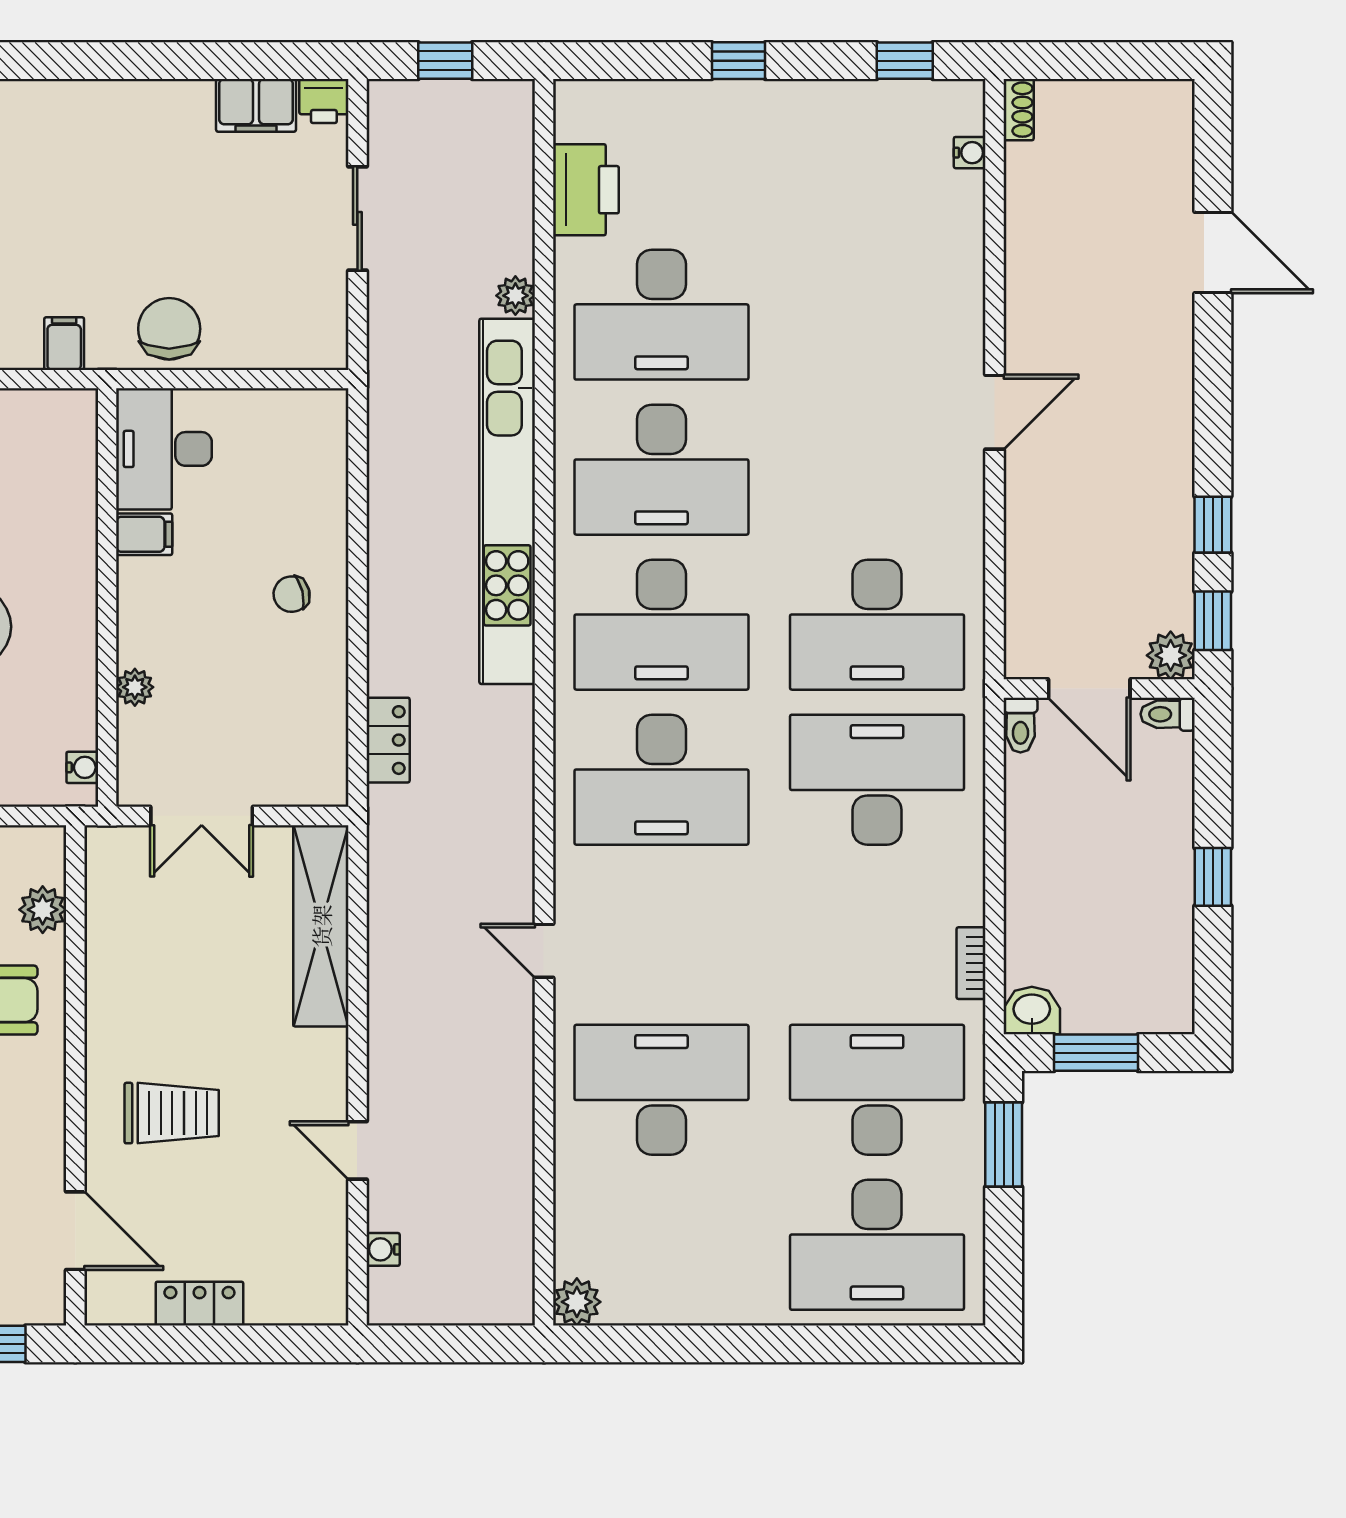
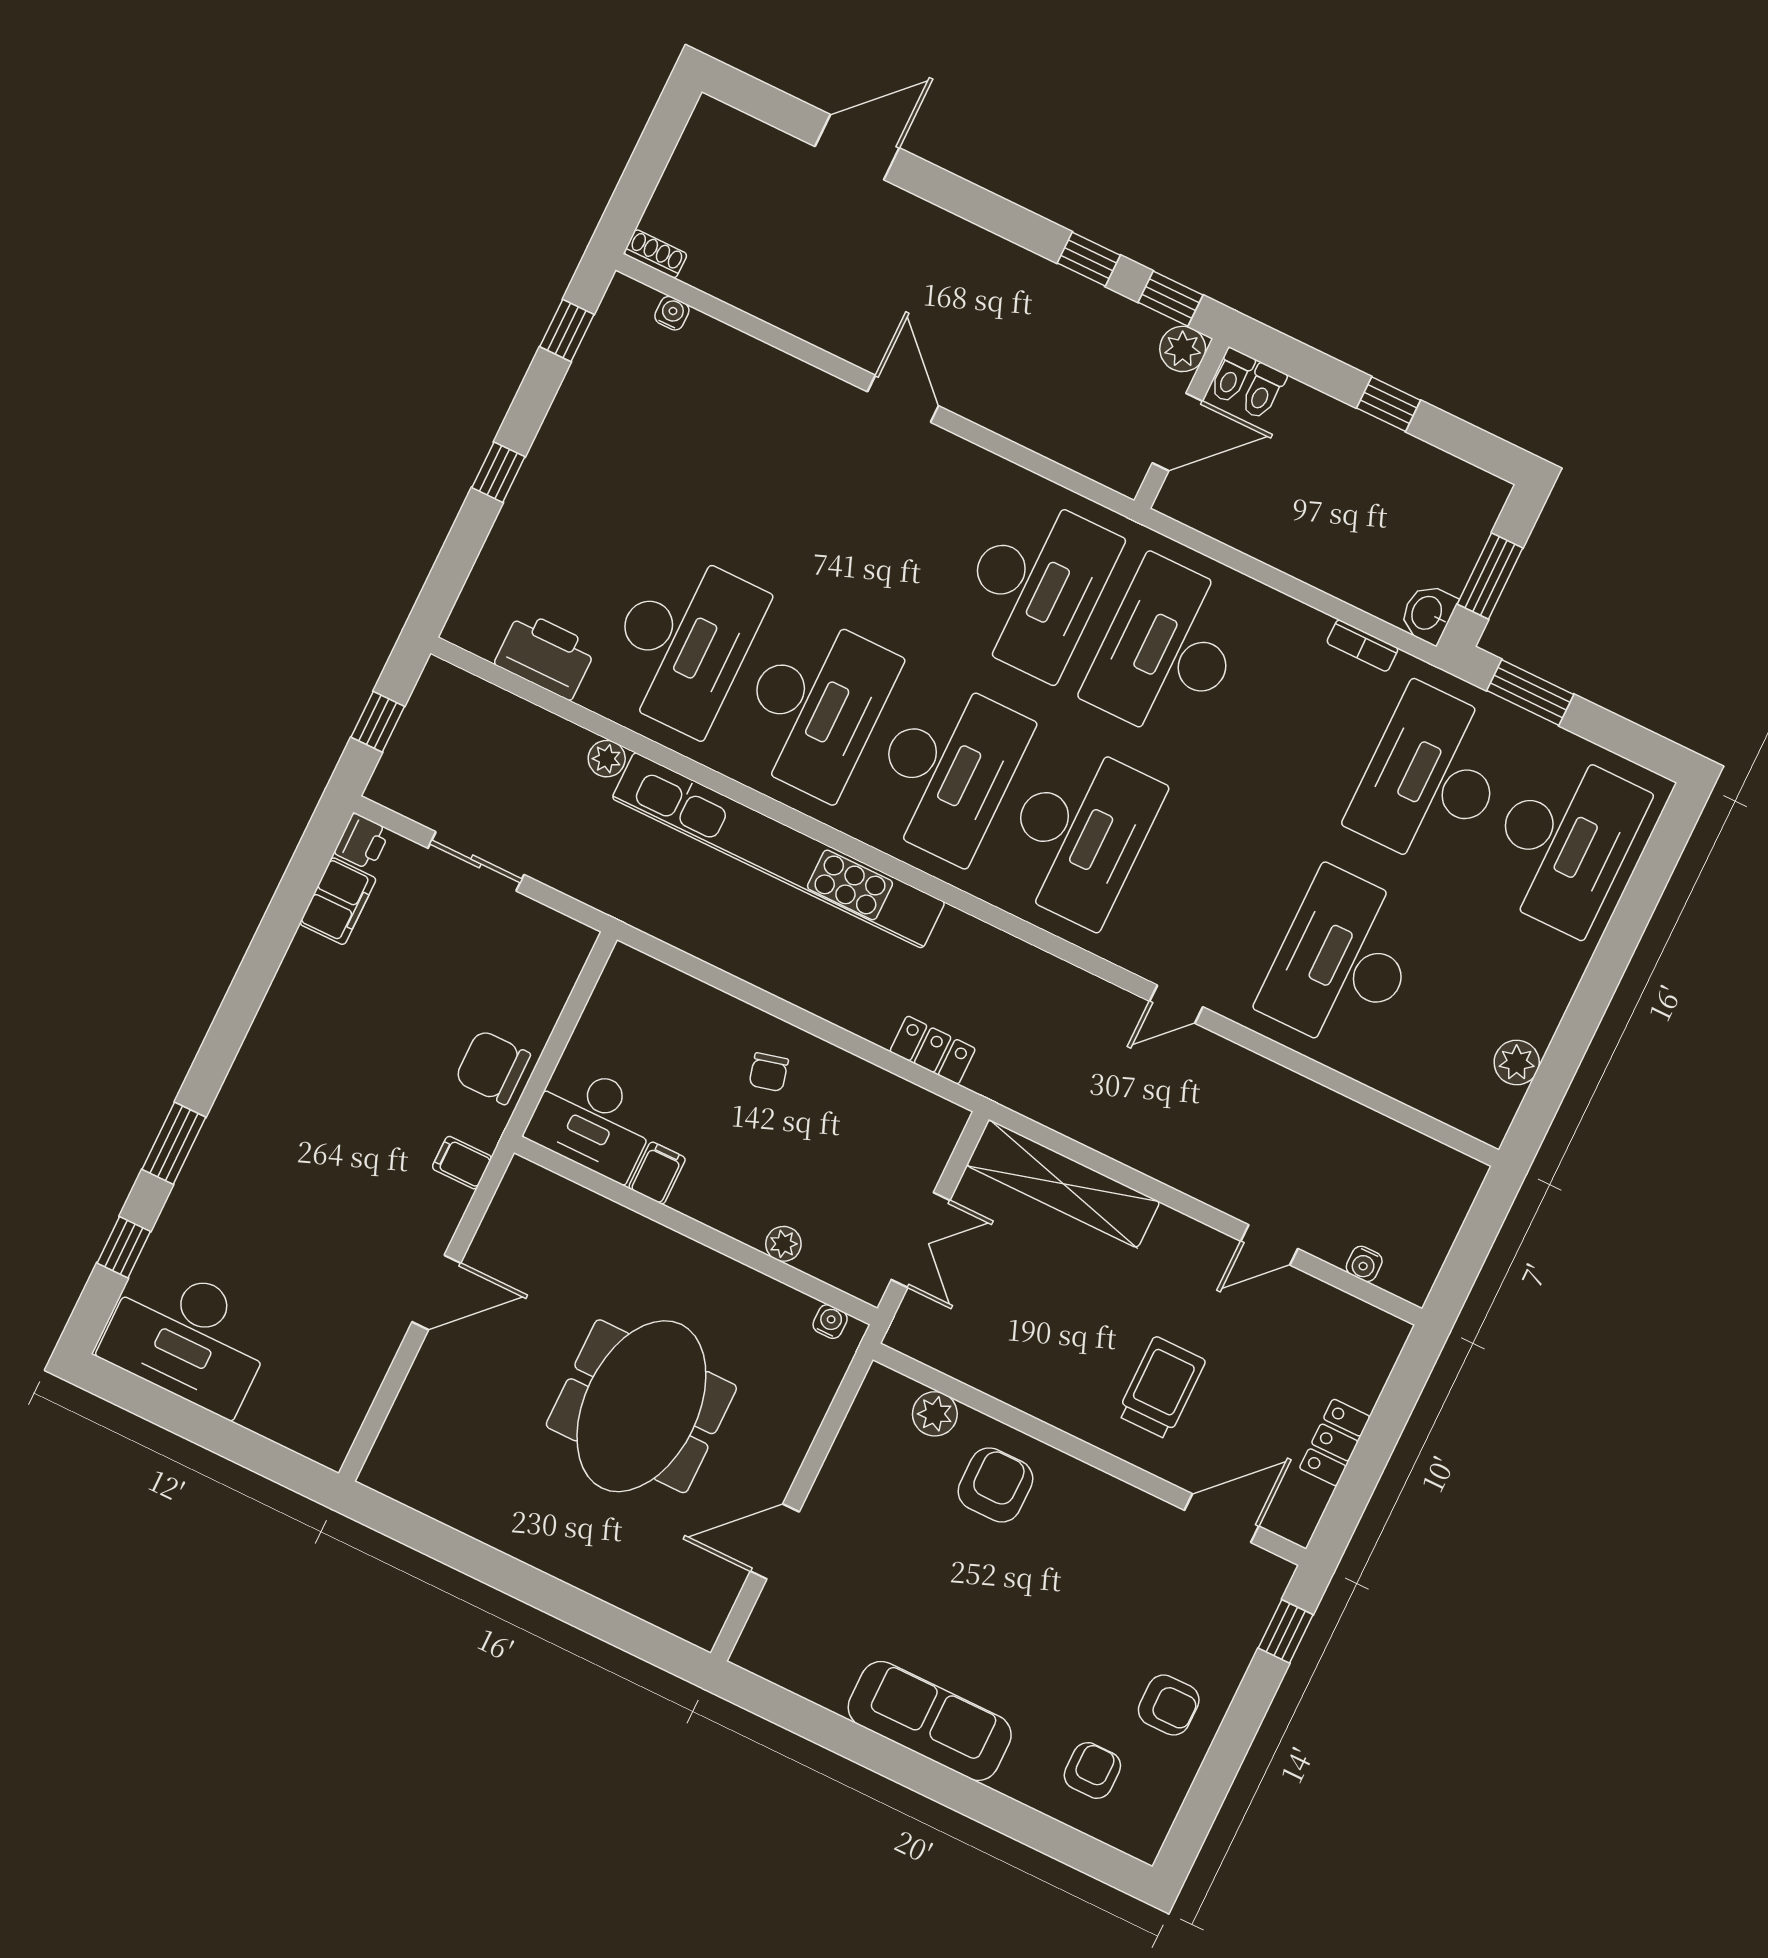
toilet: (1020, 725) -> (1263, 391), moved, turned 90
plant: (577, 1302) -> (1517, 1062), moved

